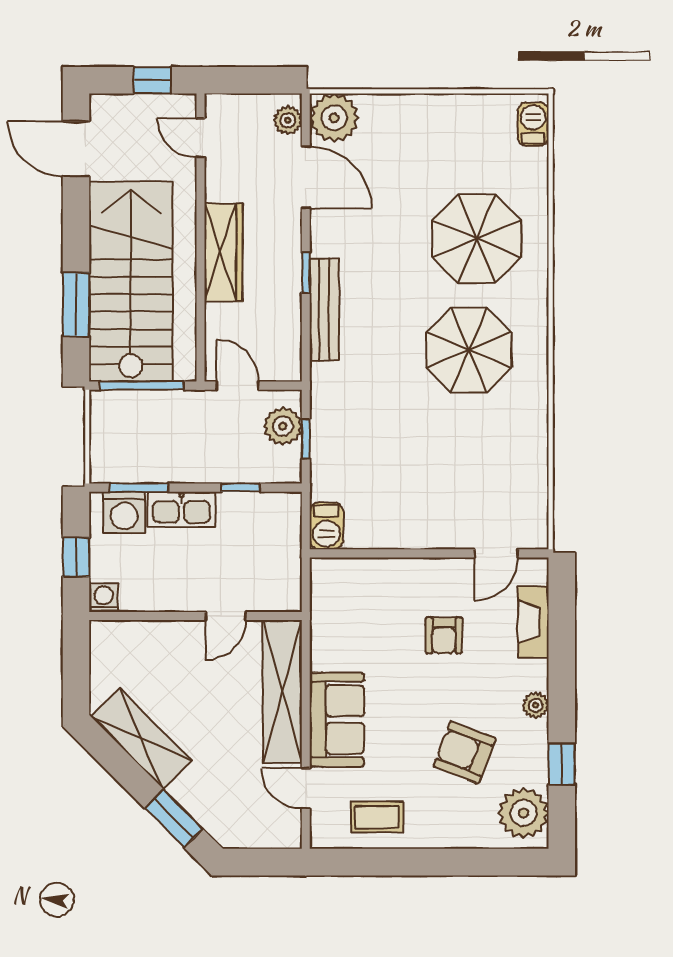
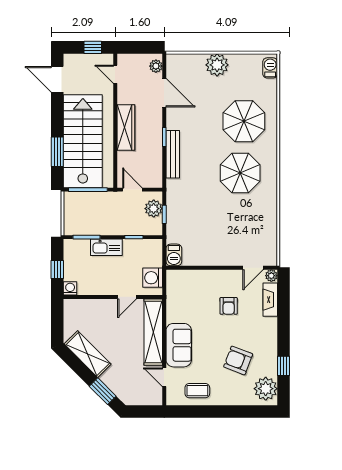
plant: (334, 118) -> (217, 65), moved
washing machine: (124, 512) -> (153, 278), moved, turned 90
plant: (536, 705) -> (271, 276), moved

